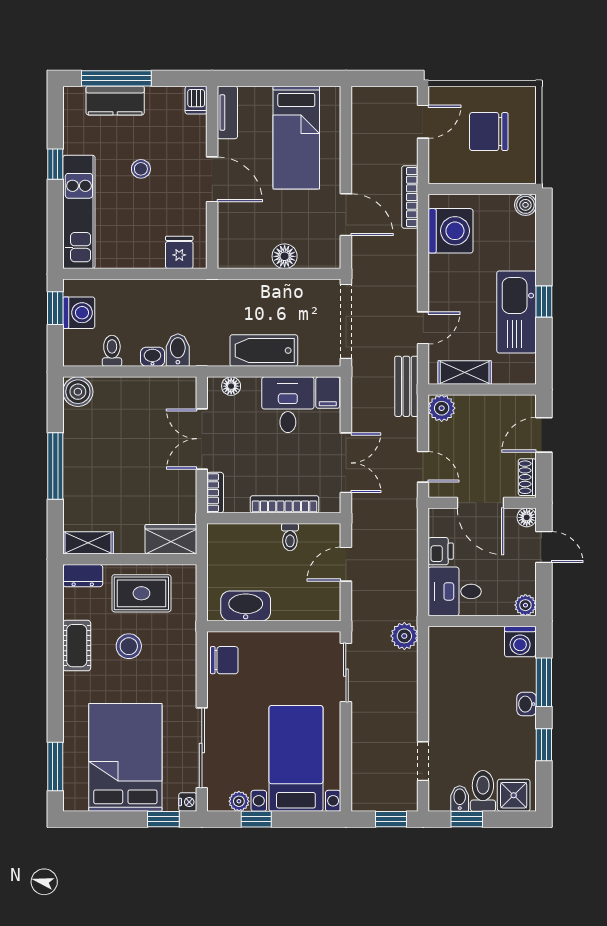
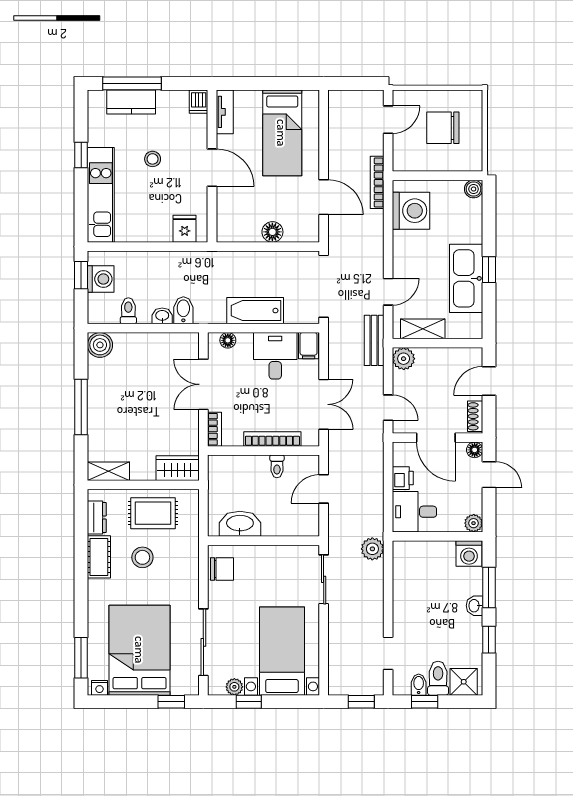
dresser: (83, 576) -> (97, 517), moved, turned -90
nightstand: (188, 802) -> (100, 688), moved, turned 90

